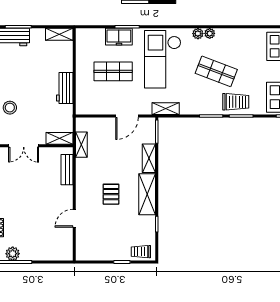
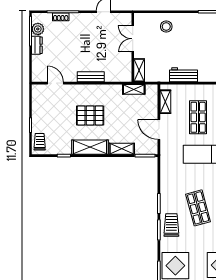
shop shelf: (216, 71) -> (198, 208), turned -36
trolley: (236, 102) -> (171, 225), turned 180
shelving: (166, 109) -> (165, 102), moved
bench: (67, 170) -> (91, 77), moved
pallet: (111, 194) -> (90, 115), width x1.50, depth x1.42
door: (74, 218) -> (55, 83), moved
dresser: (31, 255) -> (37, 45), added

